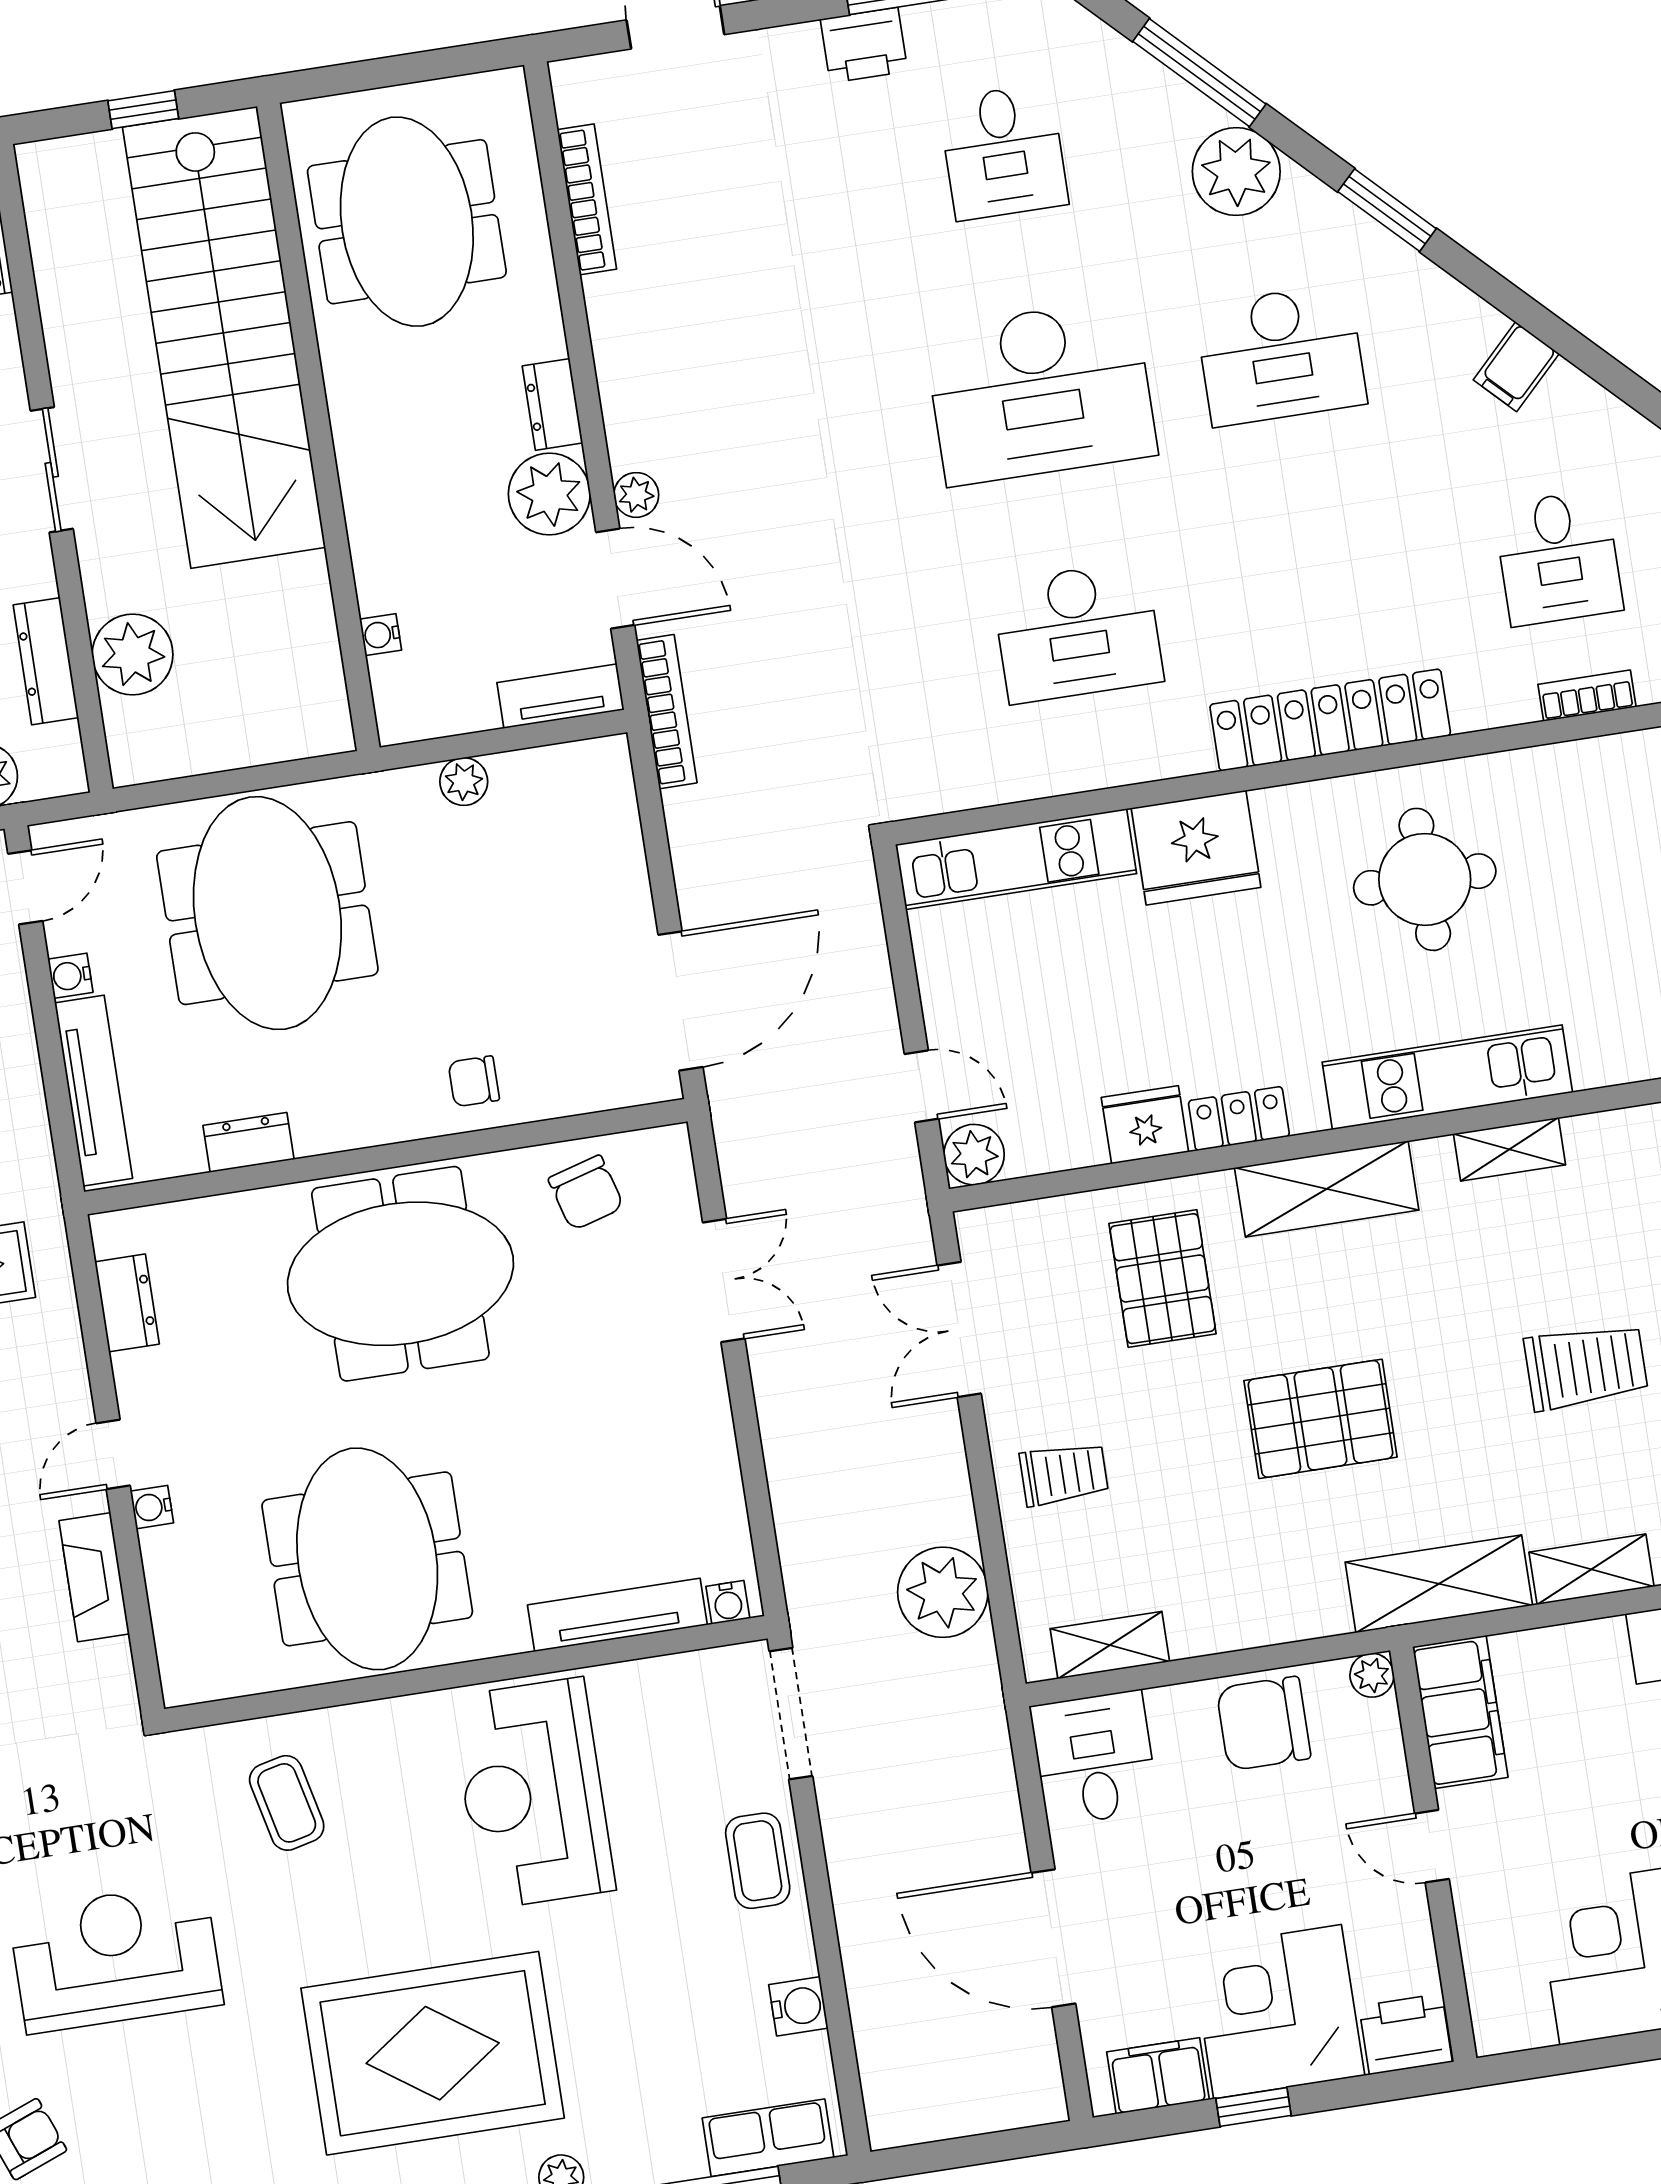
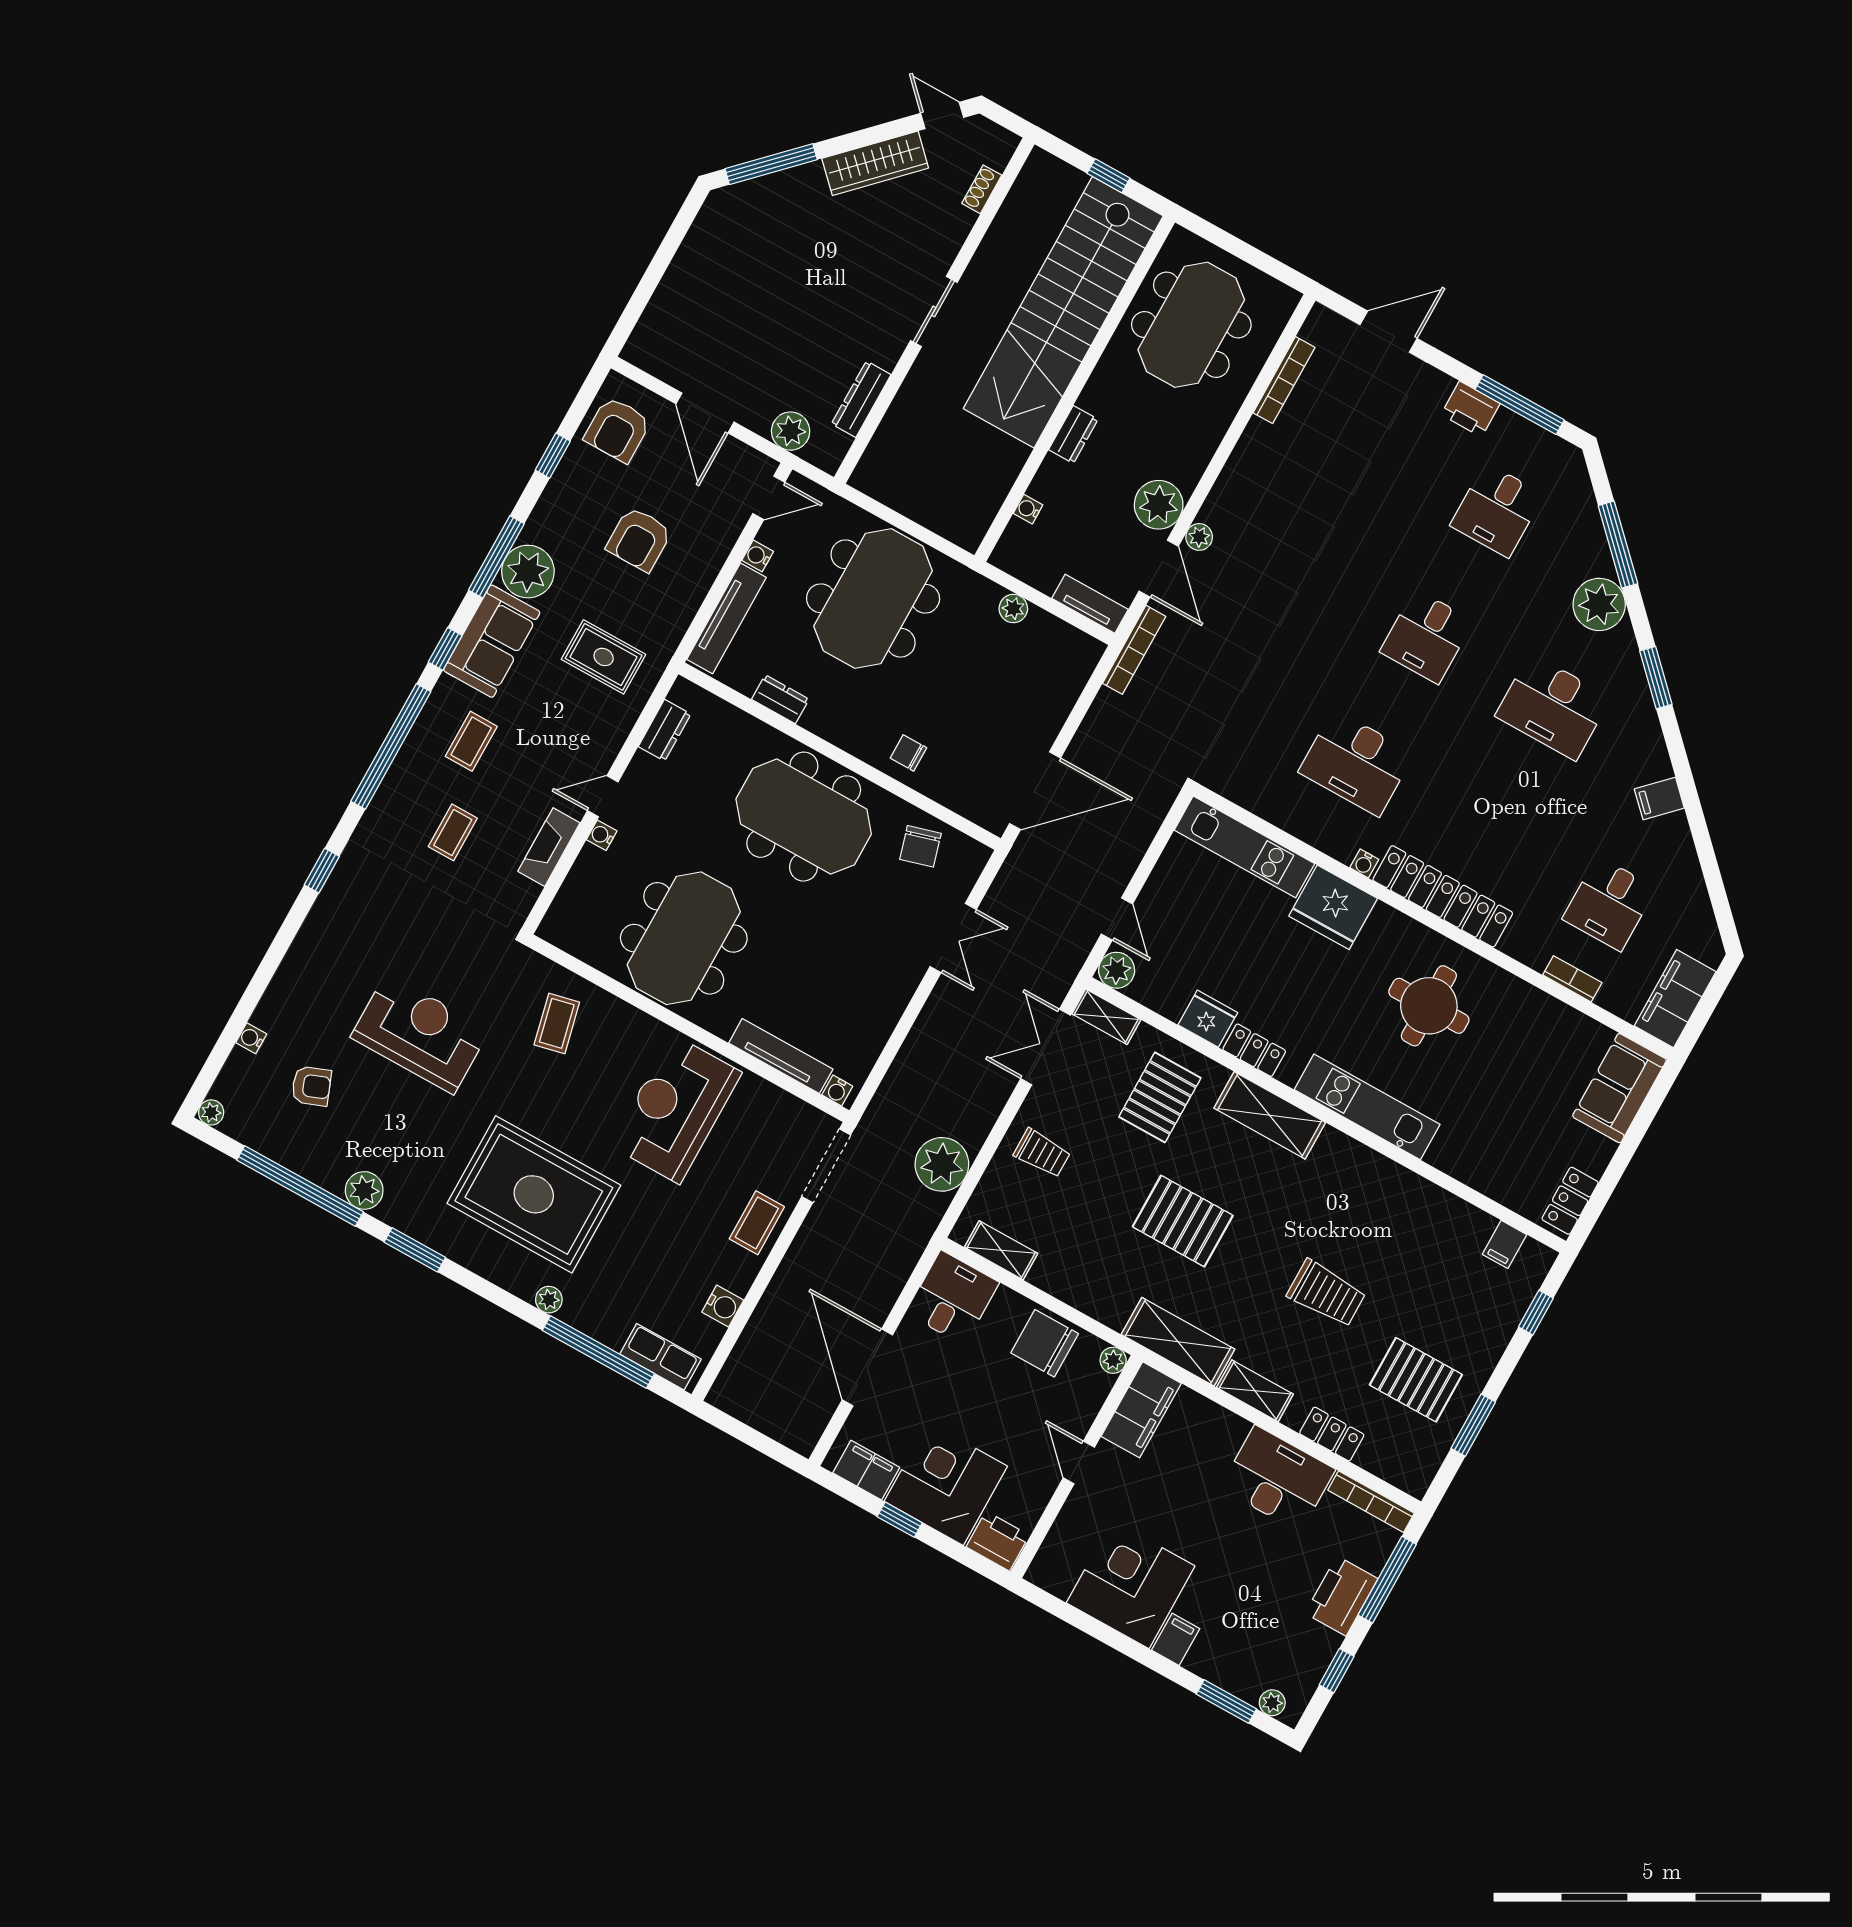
desk: (1040, 392) -> (1427, 636), width x0.53, depth x0.77
dresser: (552, 404) -> (1073, 435), moved, turned 180
plant: (133, 655) -> (904, 428), removed
water cooler: (1192, 757) -> (1364, 863), added
shelving: (1510, 1149) -> (1106, 1017), moved

